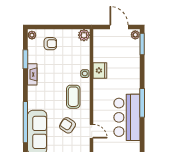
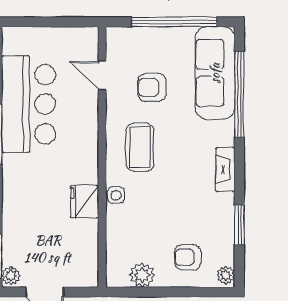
plant: (84, 35) -> (142, 275), moved
fireplace: (32, 74) -> (225, 170), moved
armchair: (68, 125) -> (152, 87), turned 147

